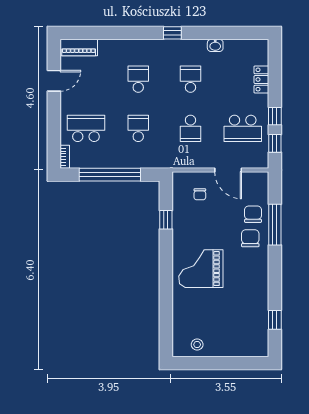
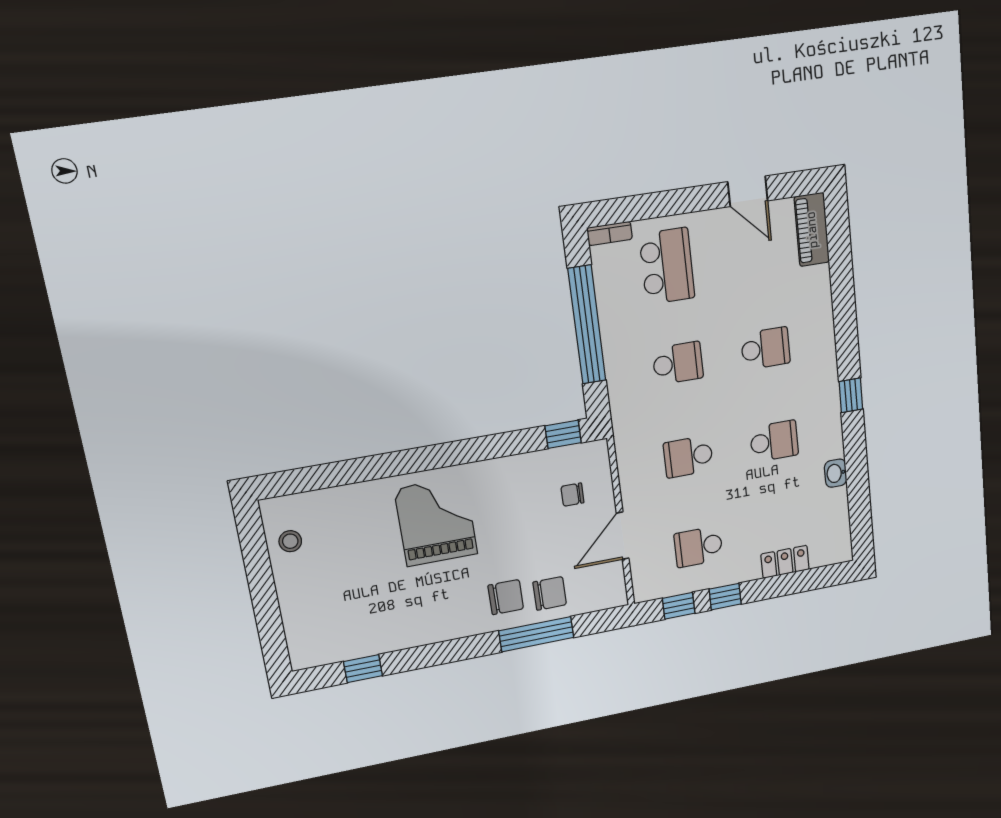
school desk: (243, 128) -> (698, 547), width x0.54
window: (166, 220) -> (563, 434), moved

